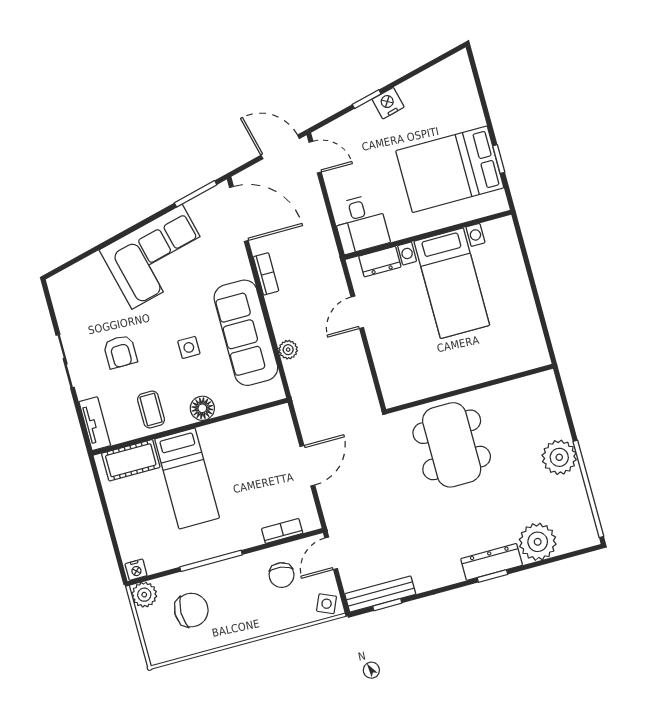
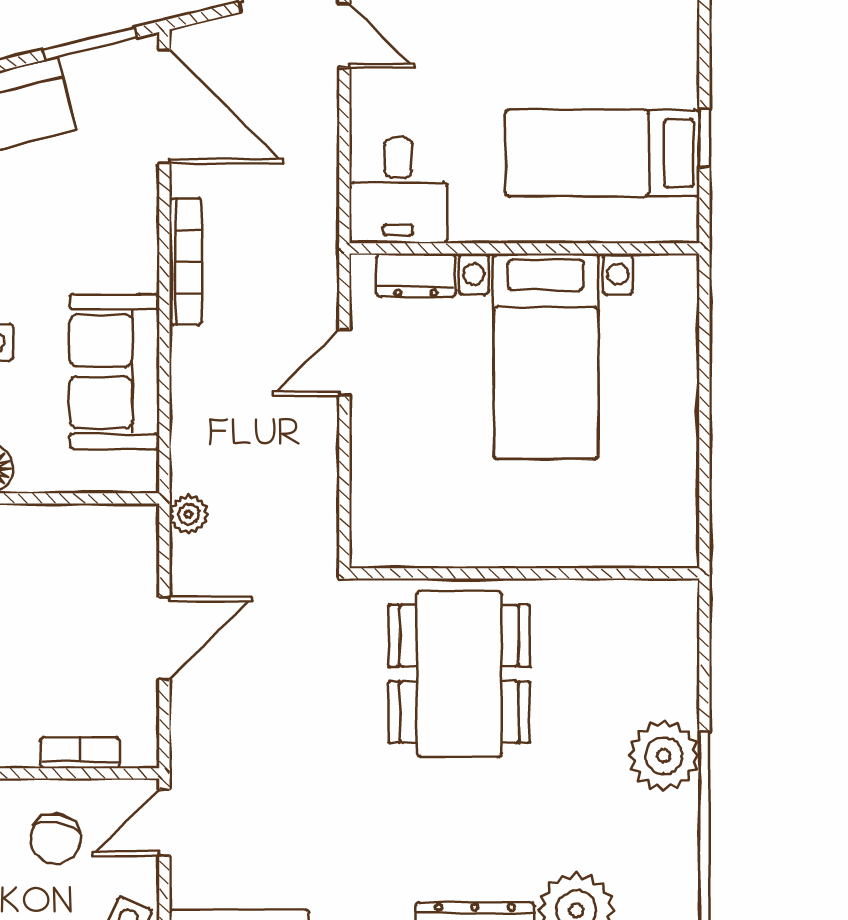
bed: (450, 169) -> (603, 153), width x0.67
bookcase: (266, 274) -> (185, 262), width x1.56
sofa: (246, 333) -> (115, 371), width x0.73
plant: (288, 350) -> (189, 514), moved

